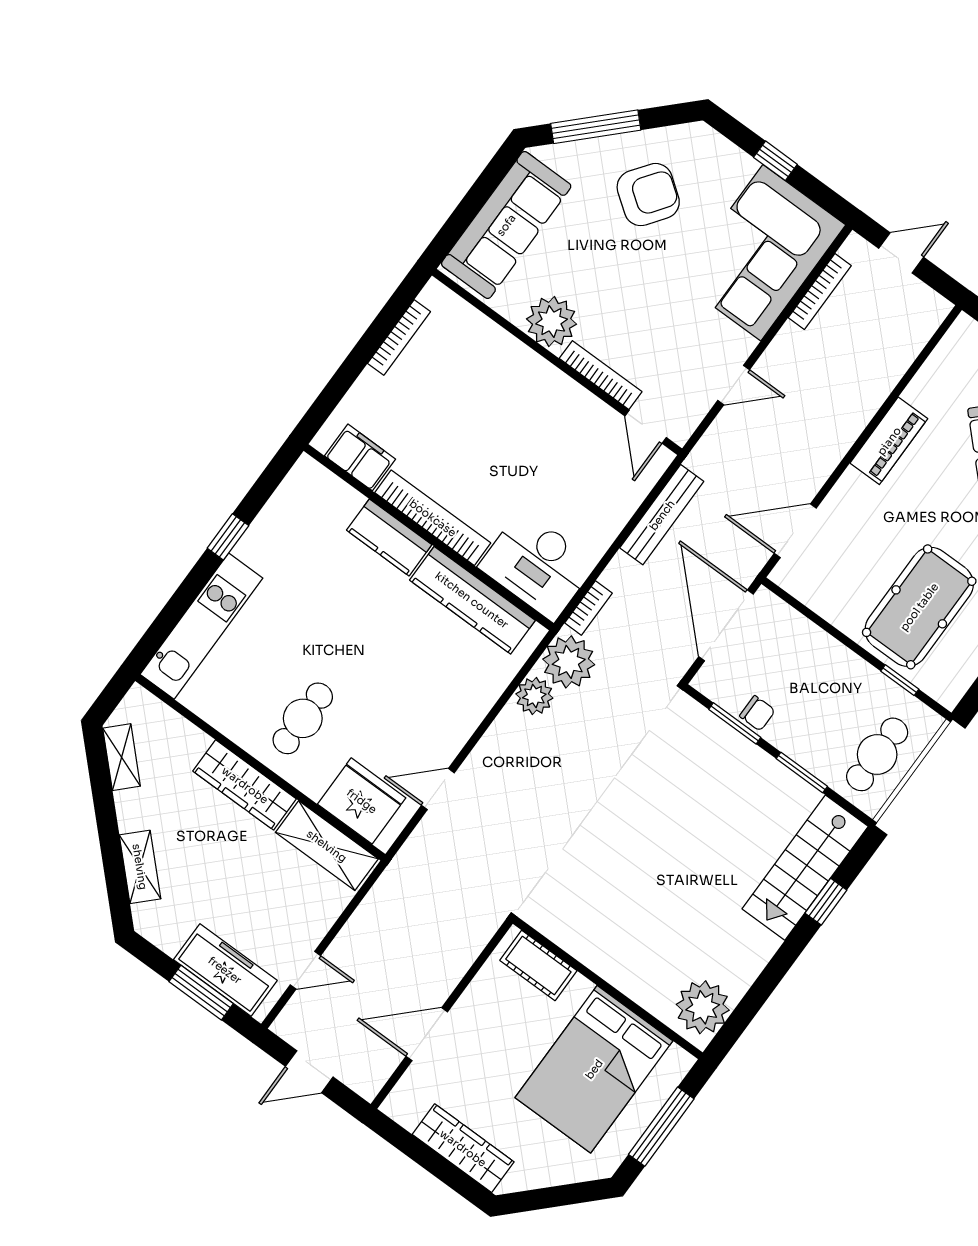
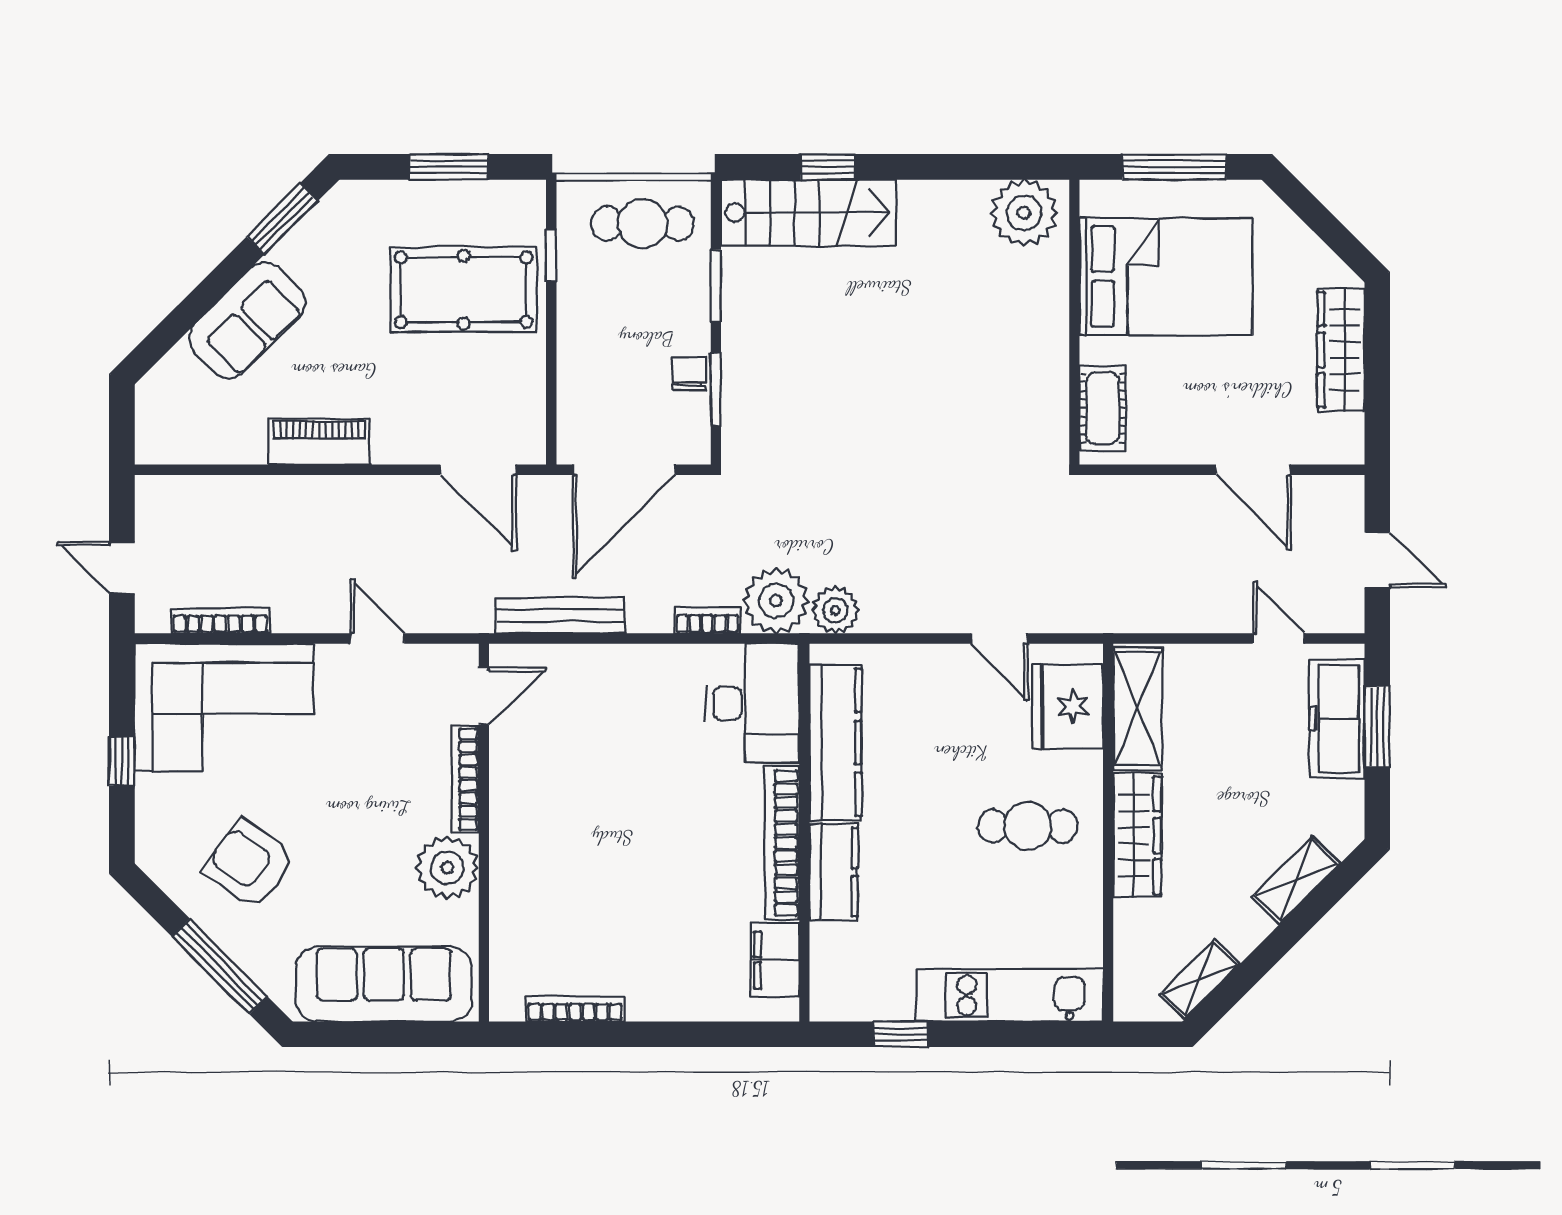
filing cabinet: (360, 457) -> (775, 960), moved
bookcase: (433, 518) -> (782, 843), moved
kitchen counter: (389, 537) -> (834, 872), moved
wall: (429, 537) -> (804, 833), moved
desk: (537, 565) -> (753, 703), moved
kitchen counter: (472, 600) -> (835, 742), moved

